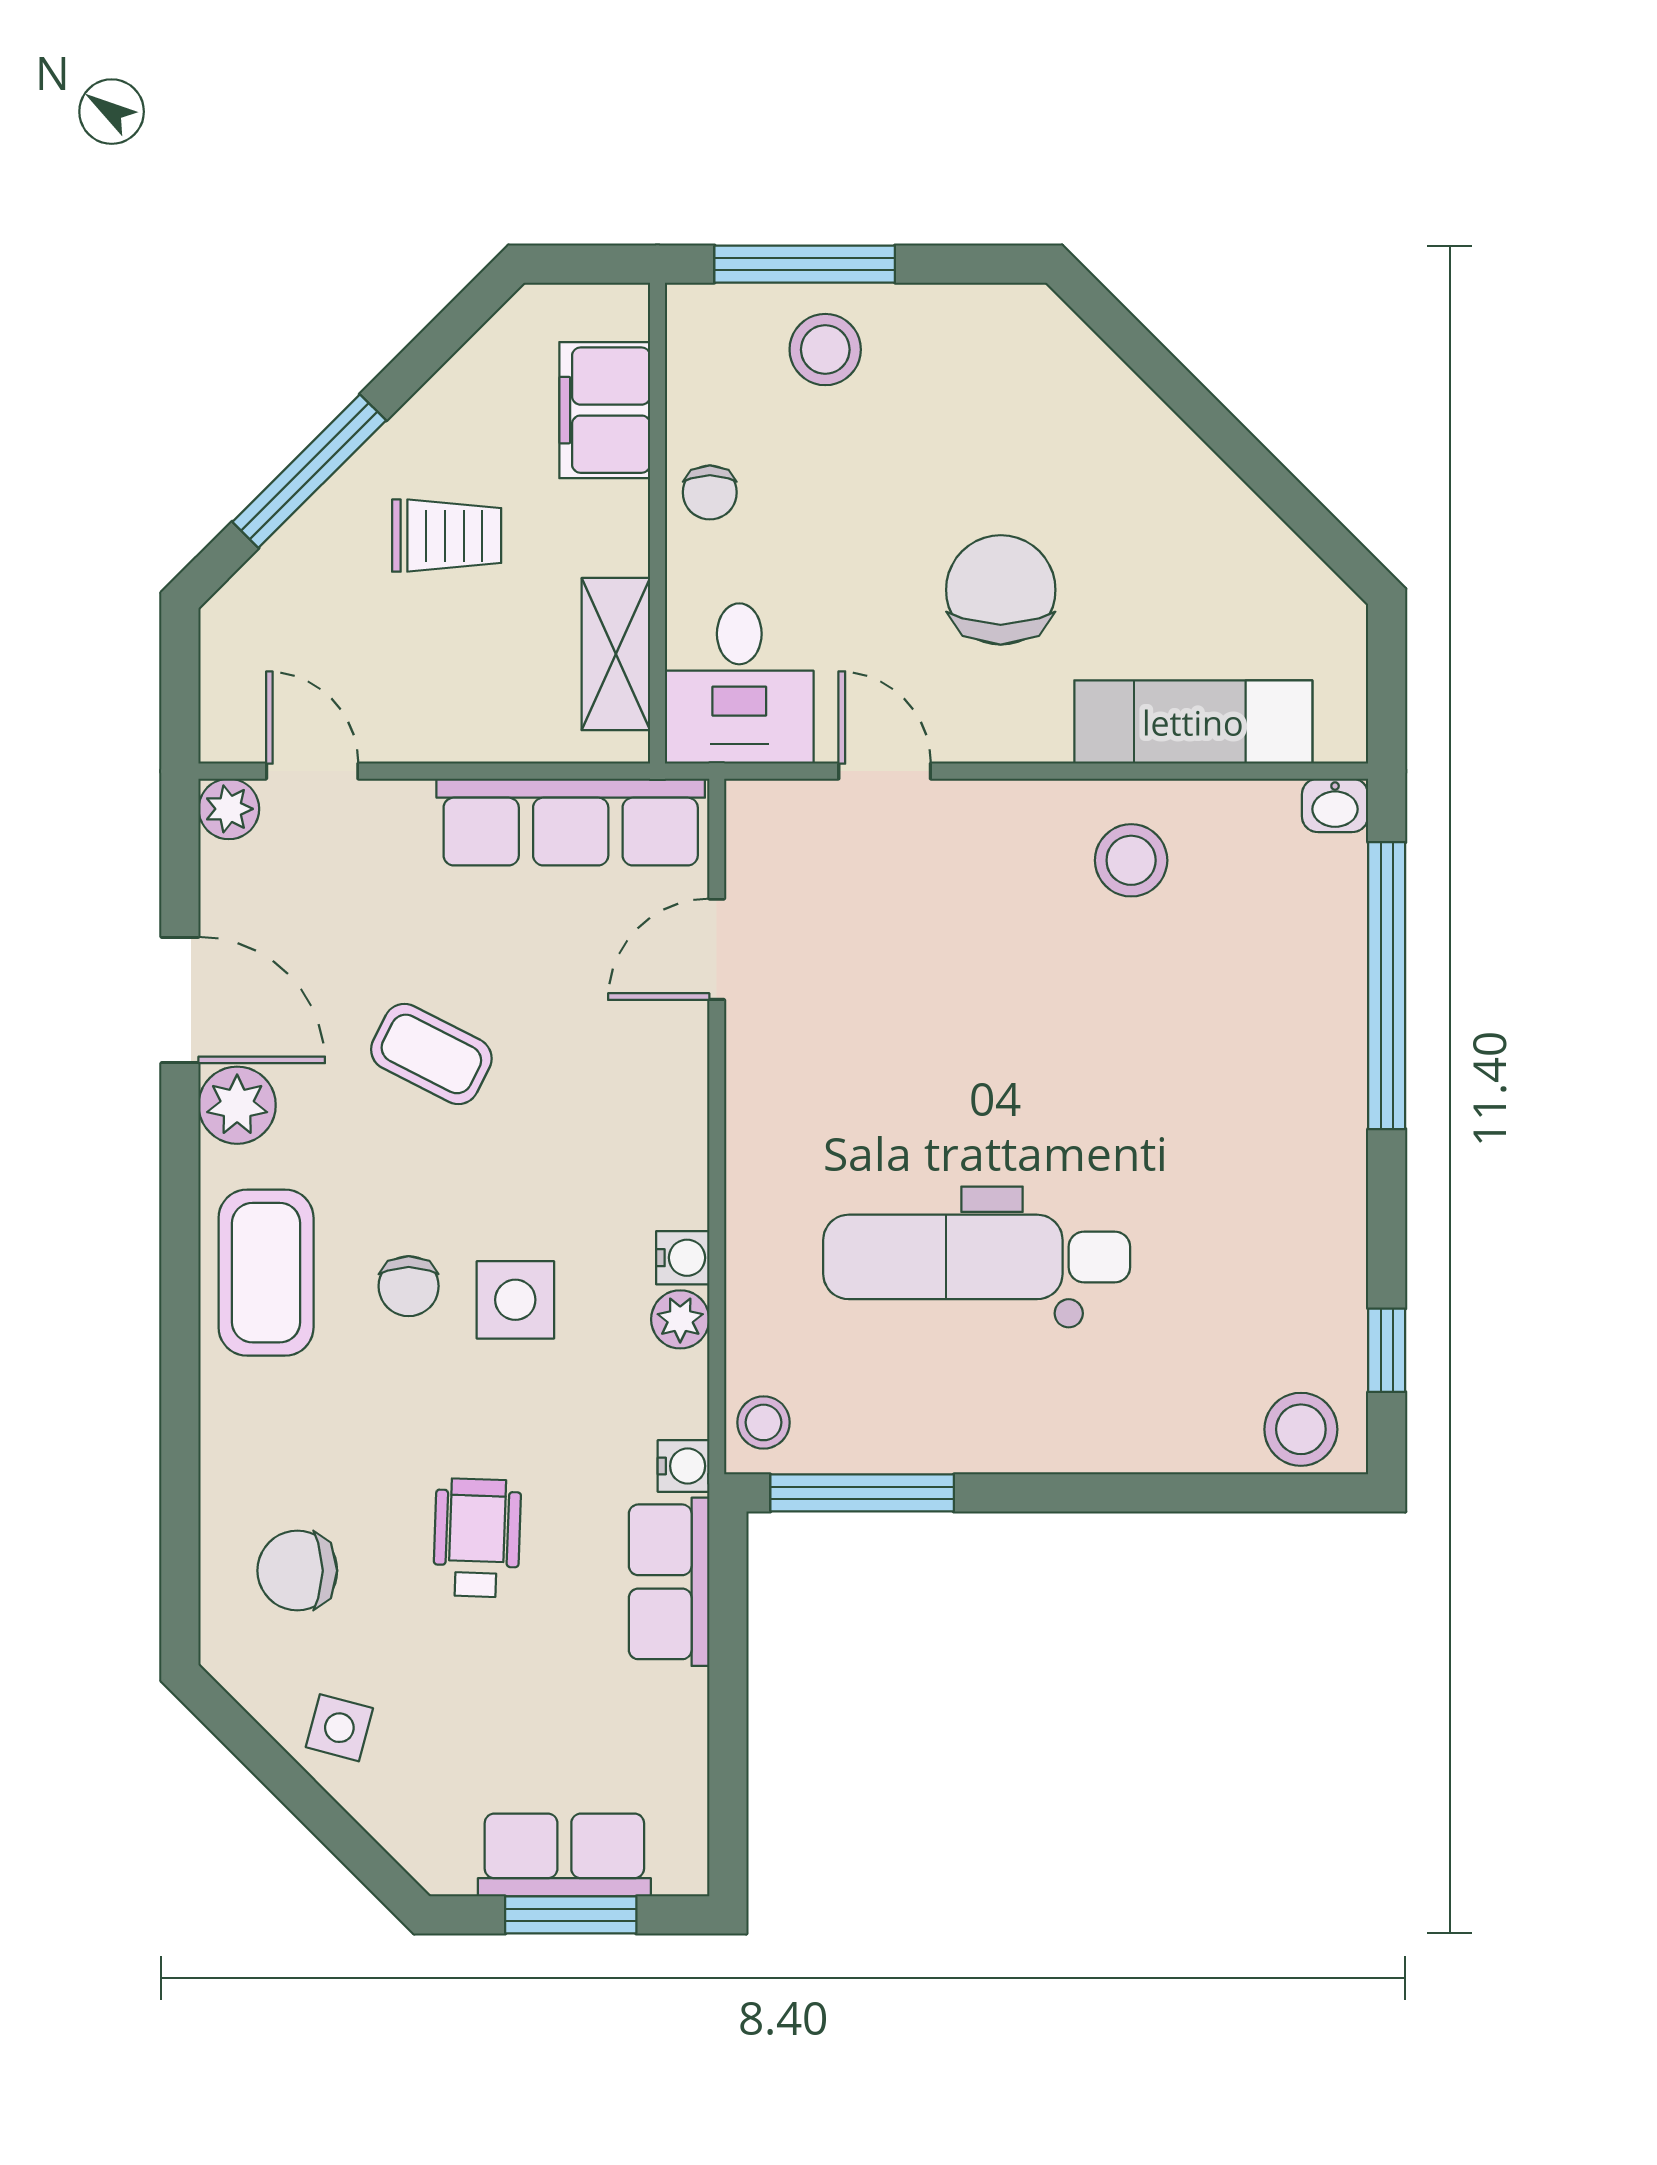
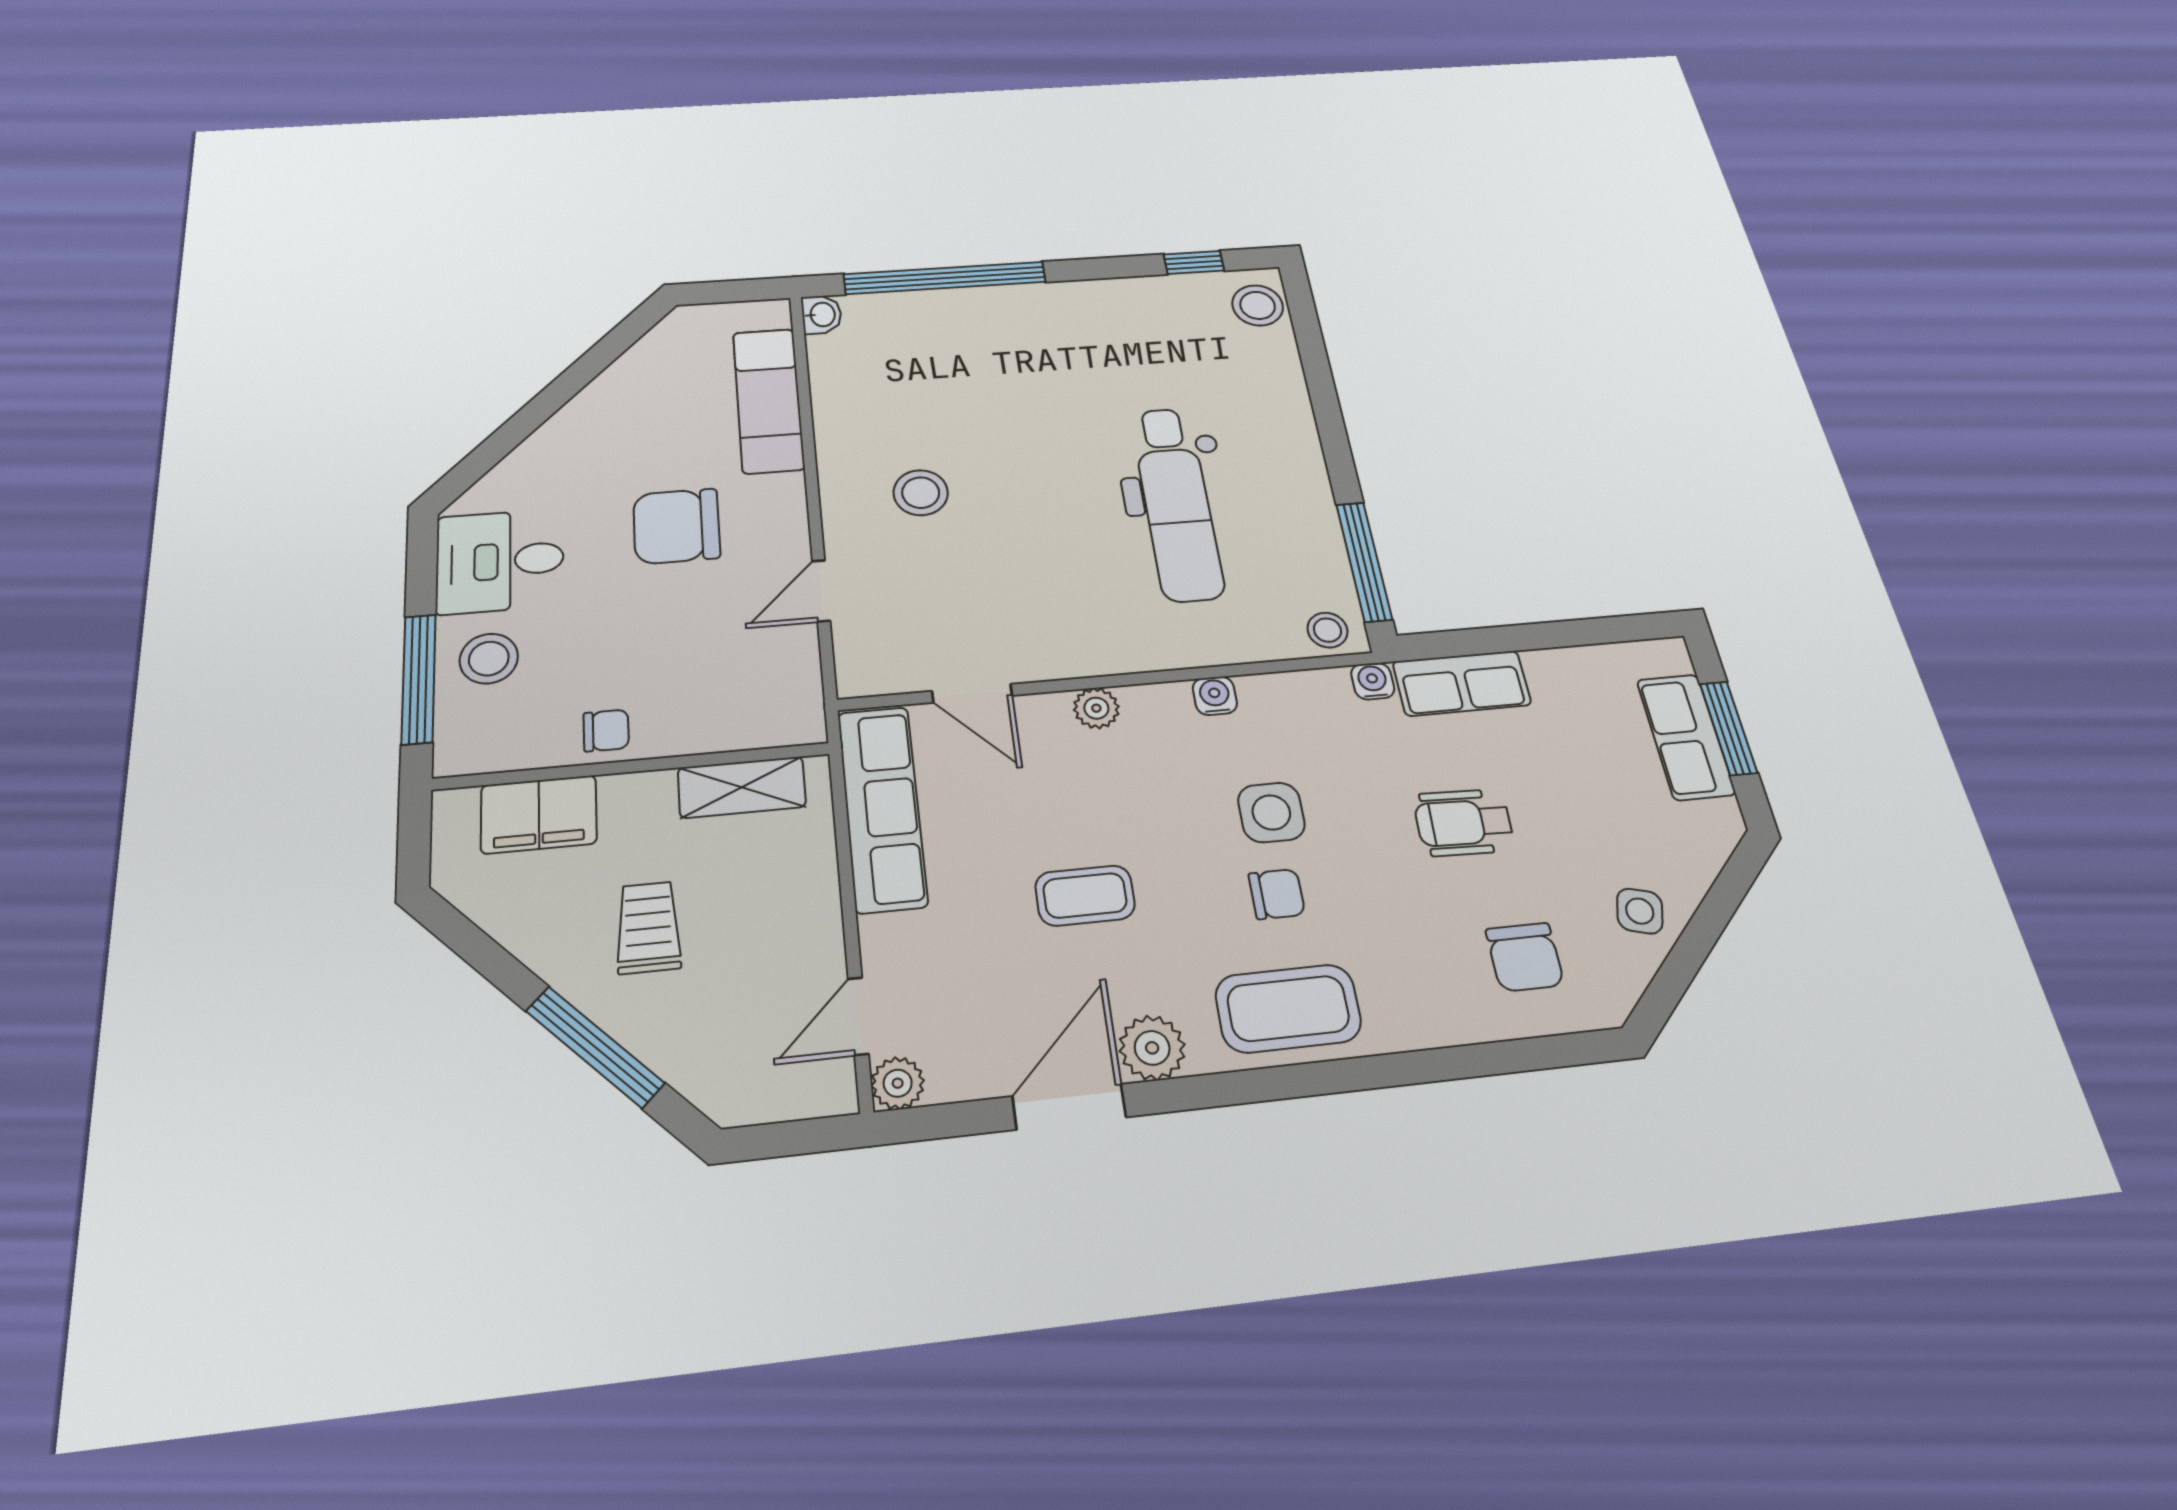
desk: (739, 684) -> (500, 561), moved, turned 180
stool: (1131, 860) -> (921, 493), moved
coffee table: (431, 1054) -> (1085, 896), turned 63
plant: (680, 1319) -> (1096, 708), moved

